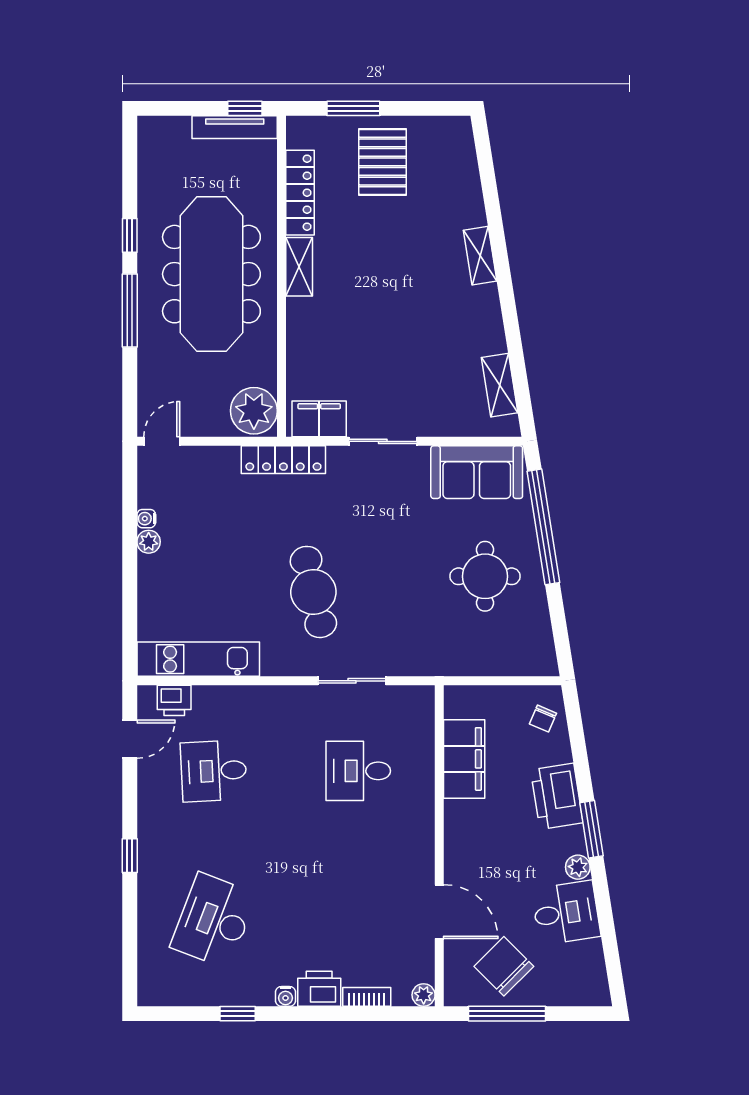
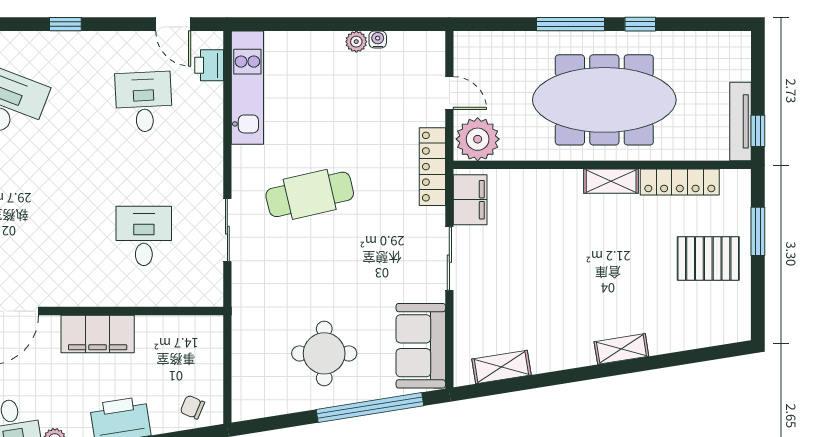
door: (162, 441) -> (449, 93), moved
filing cabinet: (464, 759) -> (98, 334), moved

